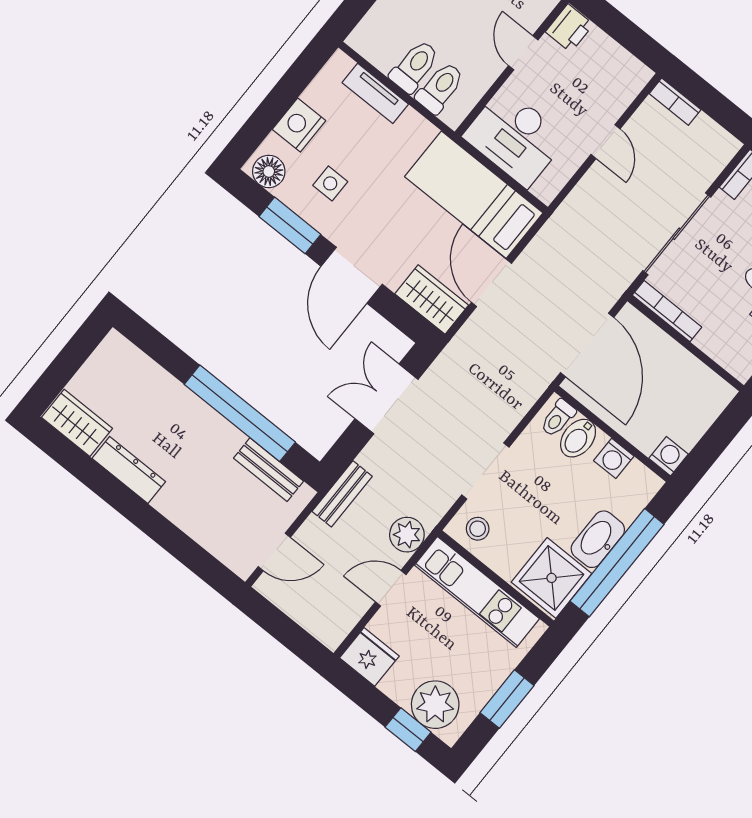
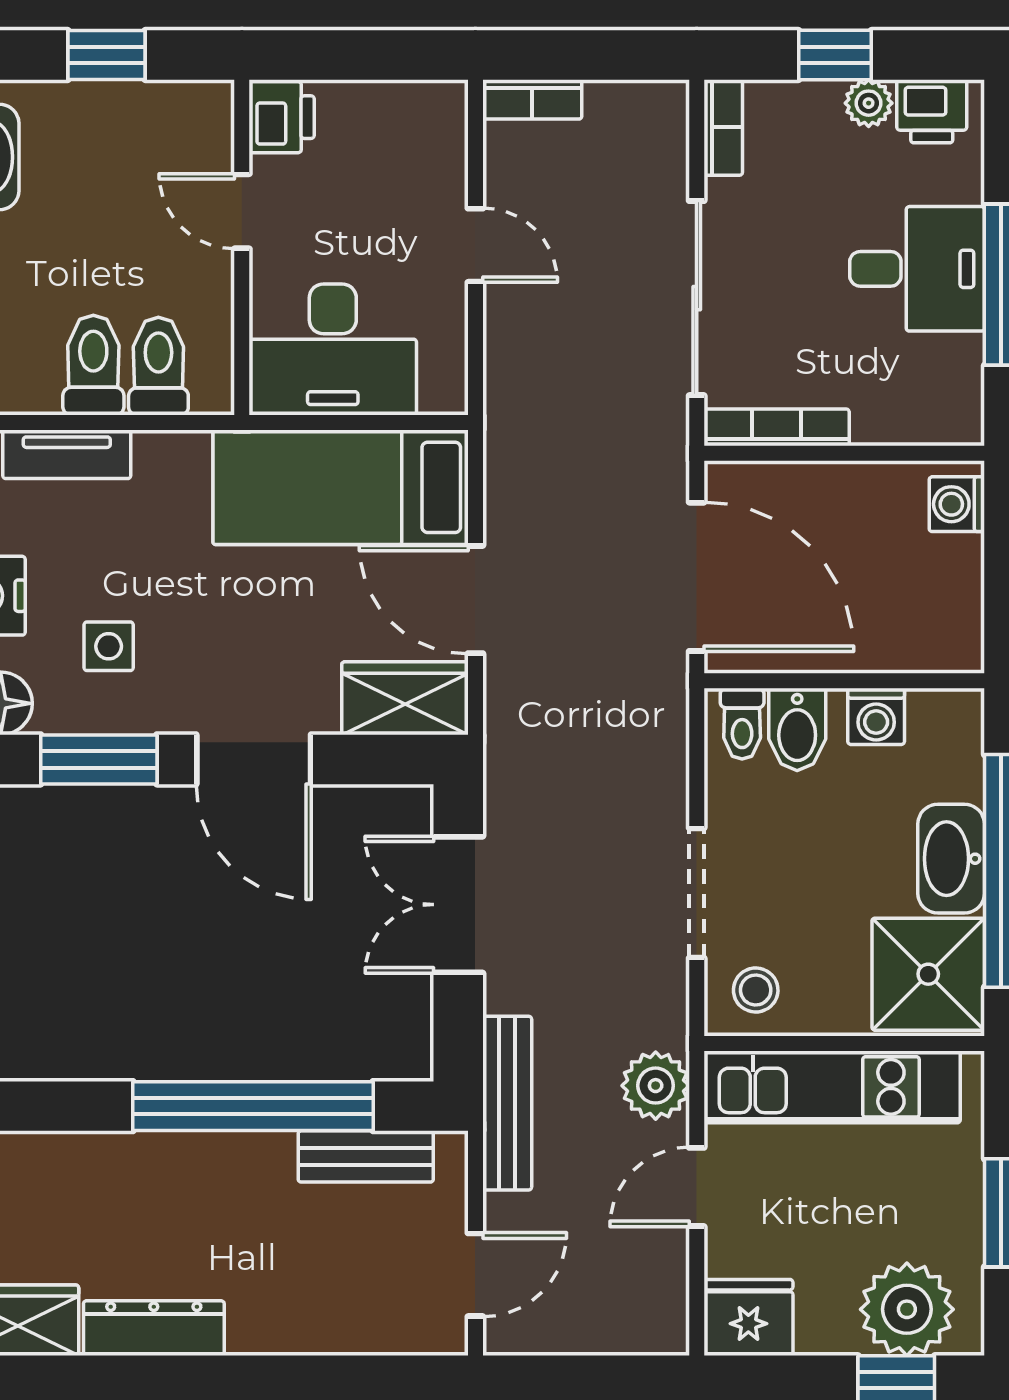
washing machine: (669, 456) -> (957, 504), moved, turned -90
bench: (342, 494) -> (507, 1103), width x1.36

